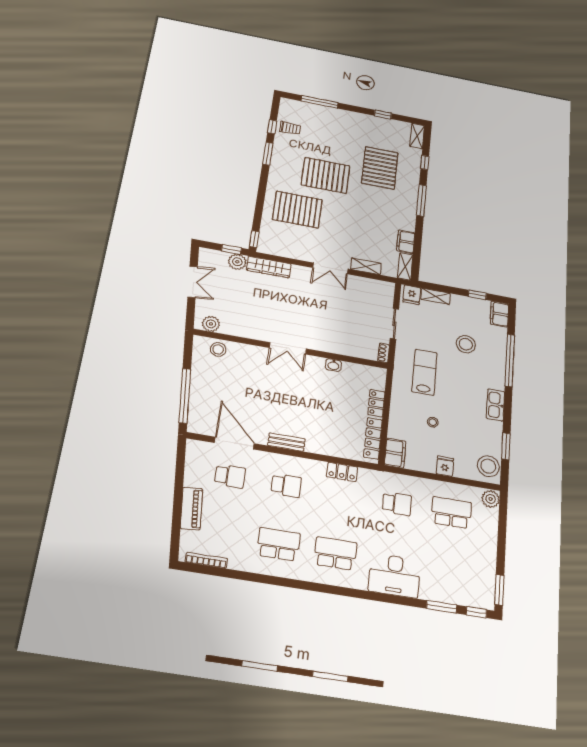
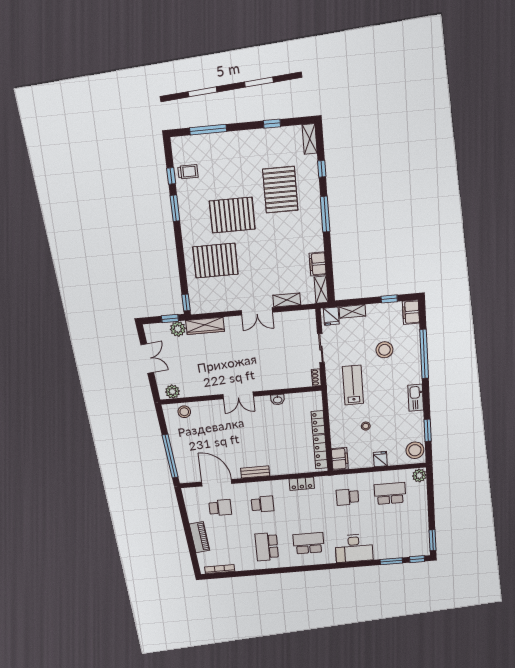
school desk: (397, 504) -> (347, 497), turned 180
school desk: (278, 544) -> (267, 547), turned -90

